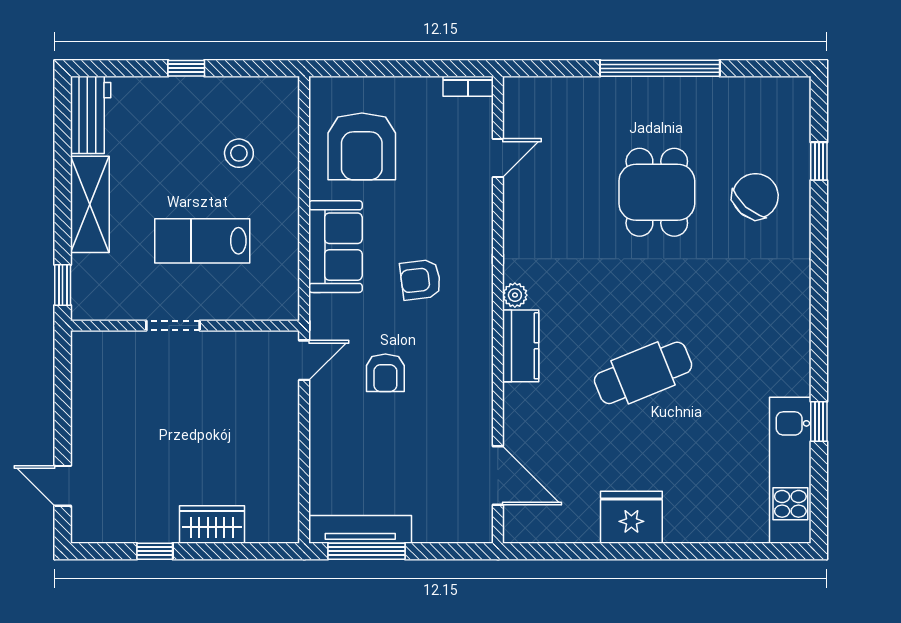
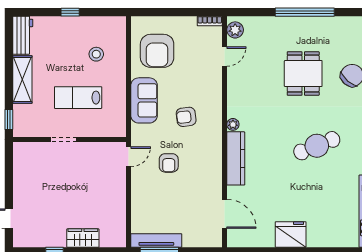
plant: (519, 104) -> (235, 30), added
kitchen counter: (521, 346) -> (236, 158), width x1.50
cafe table: (643, 373) -> (317, 146), moved

